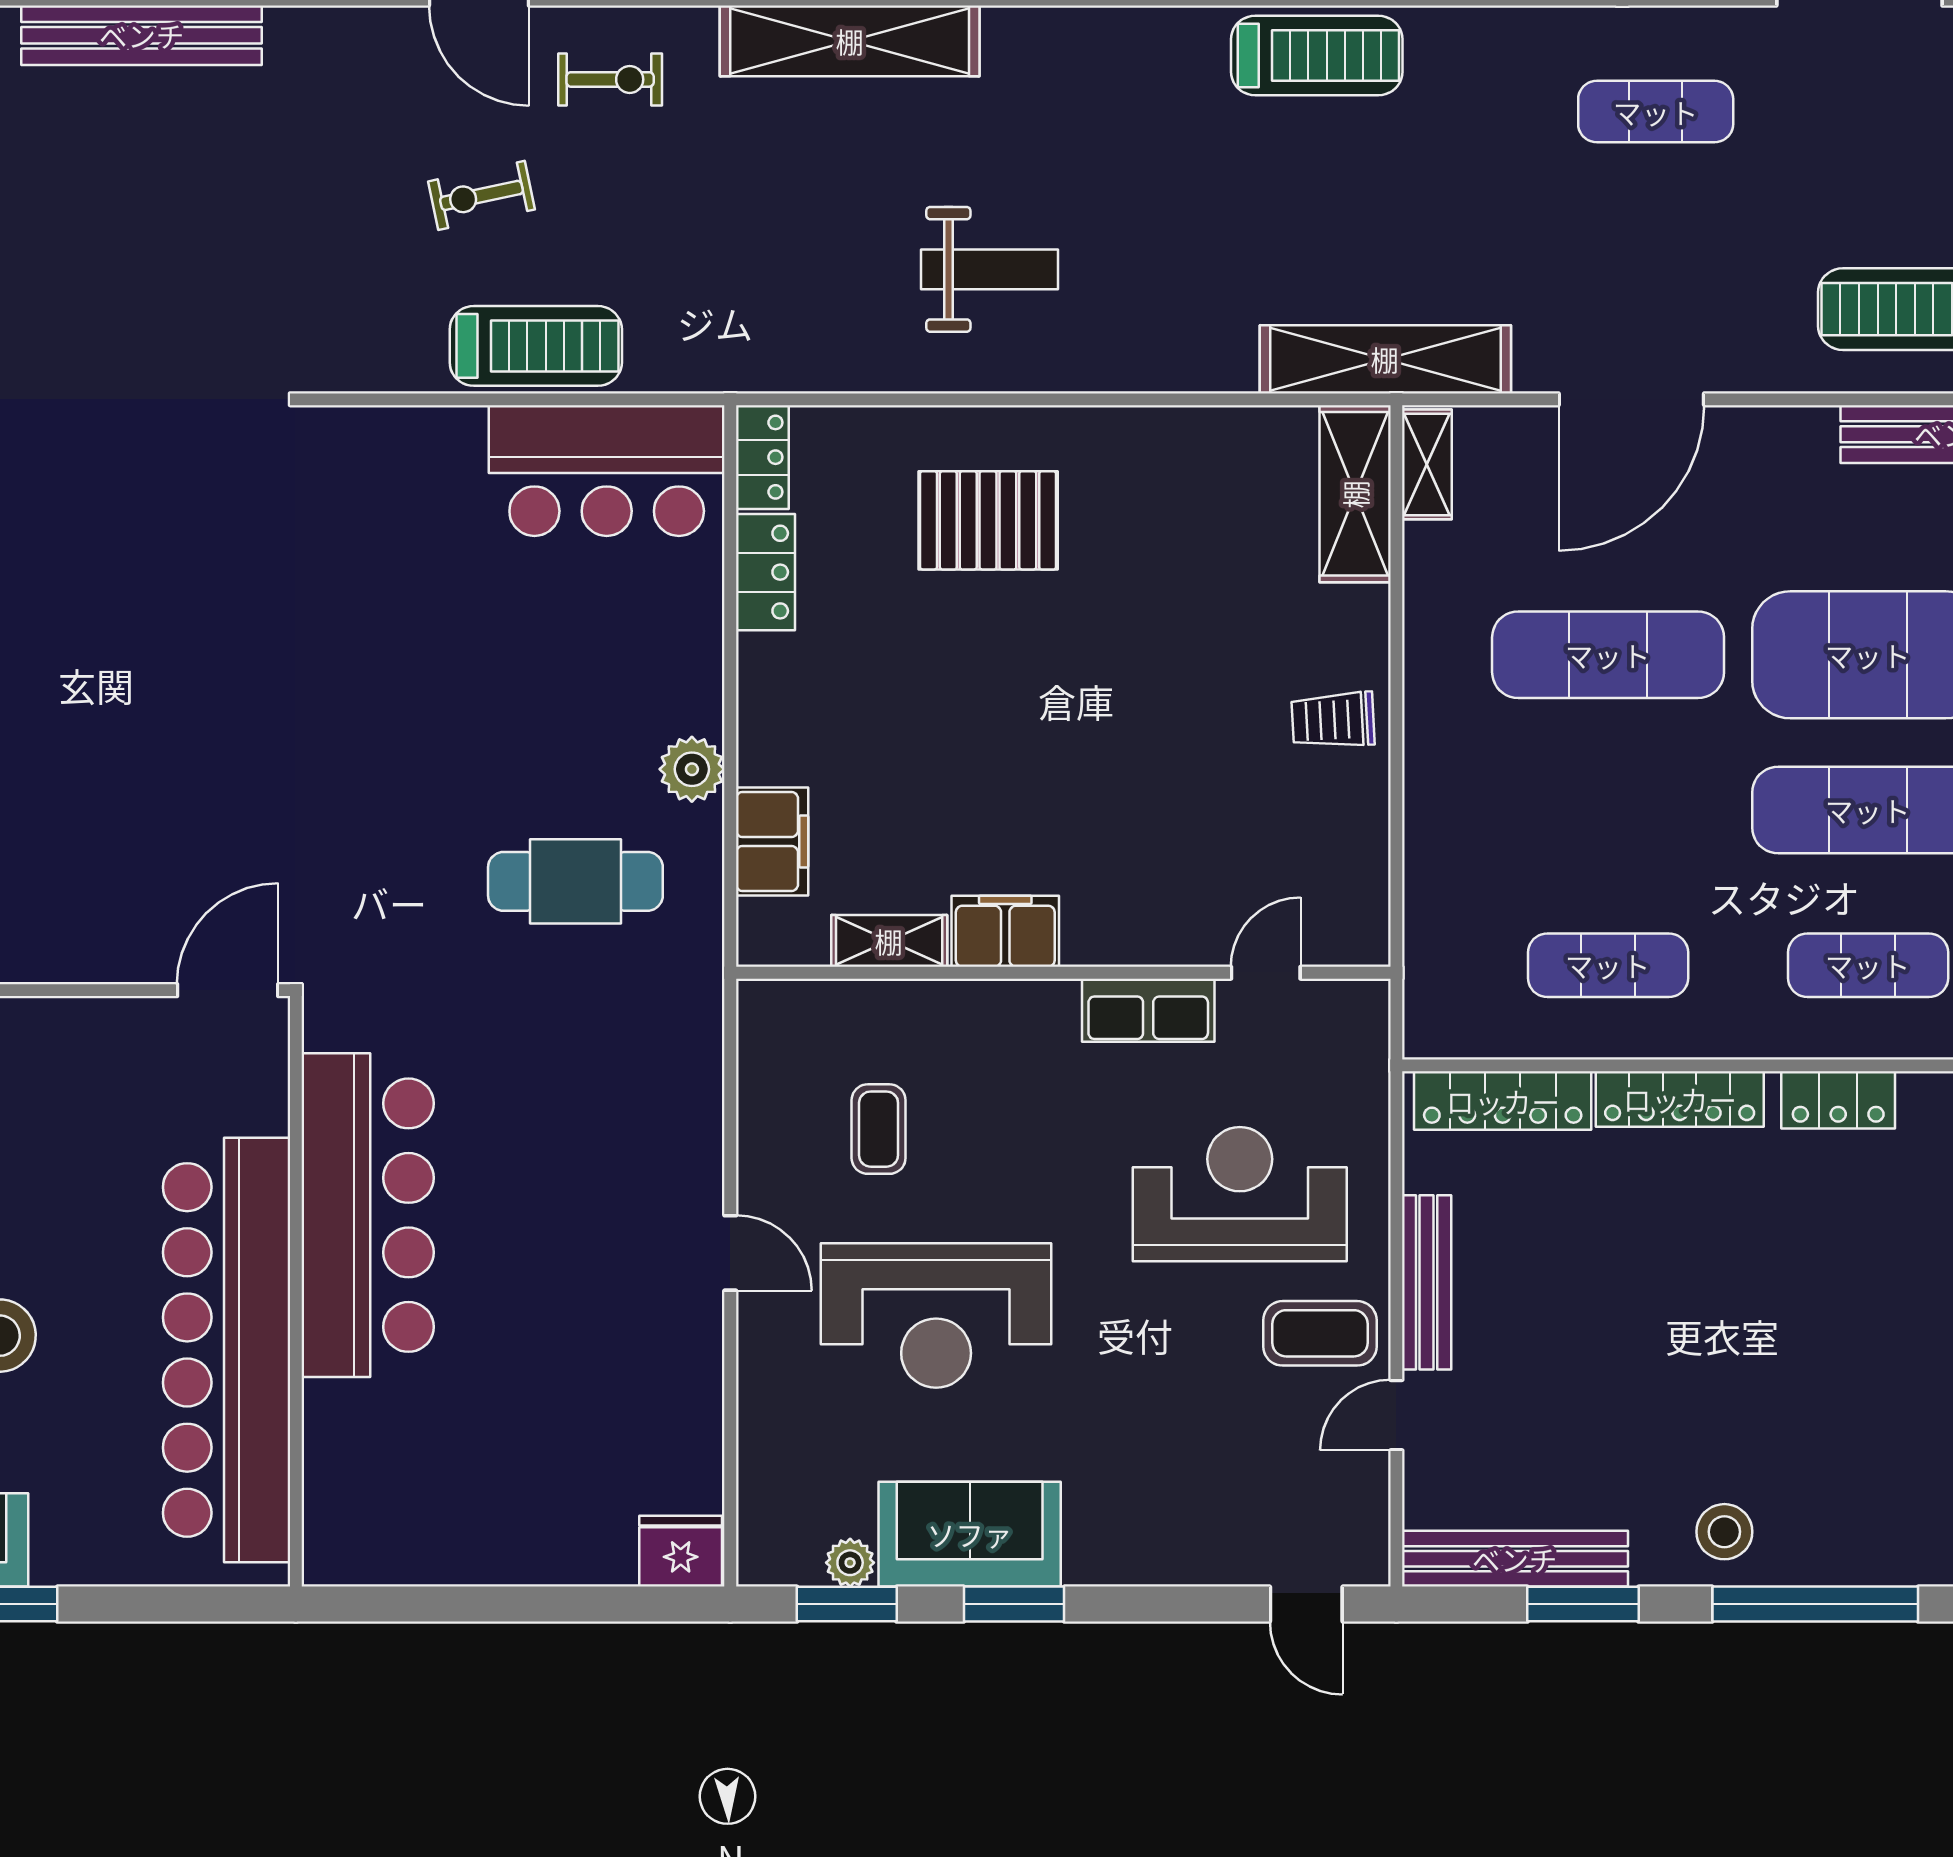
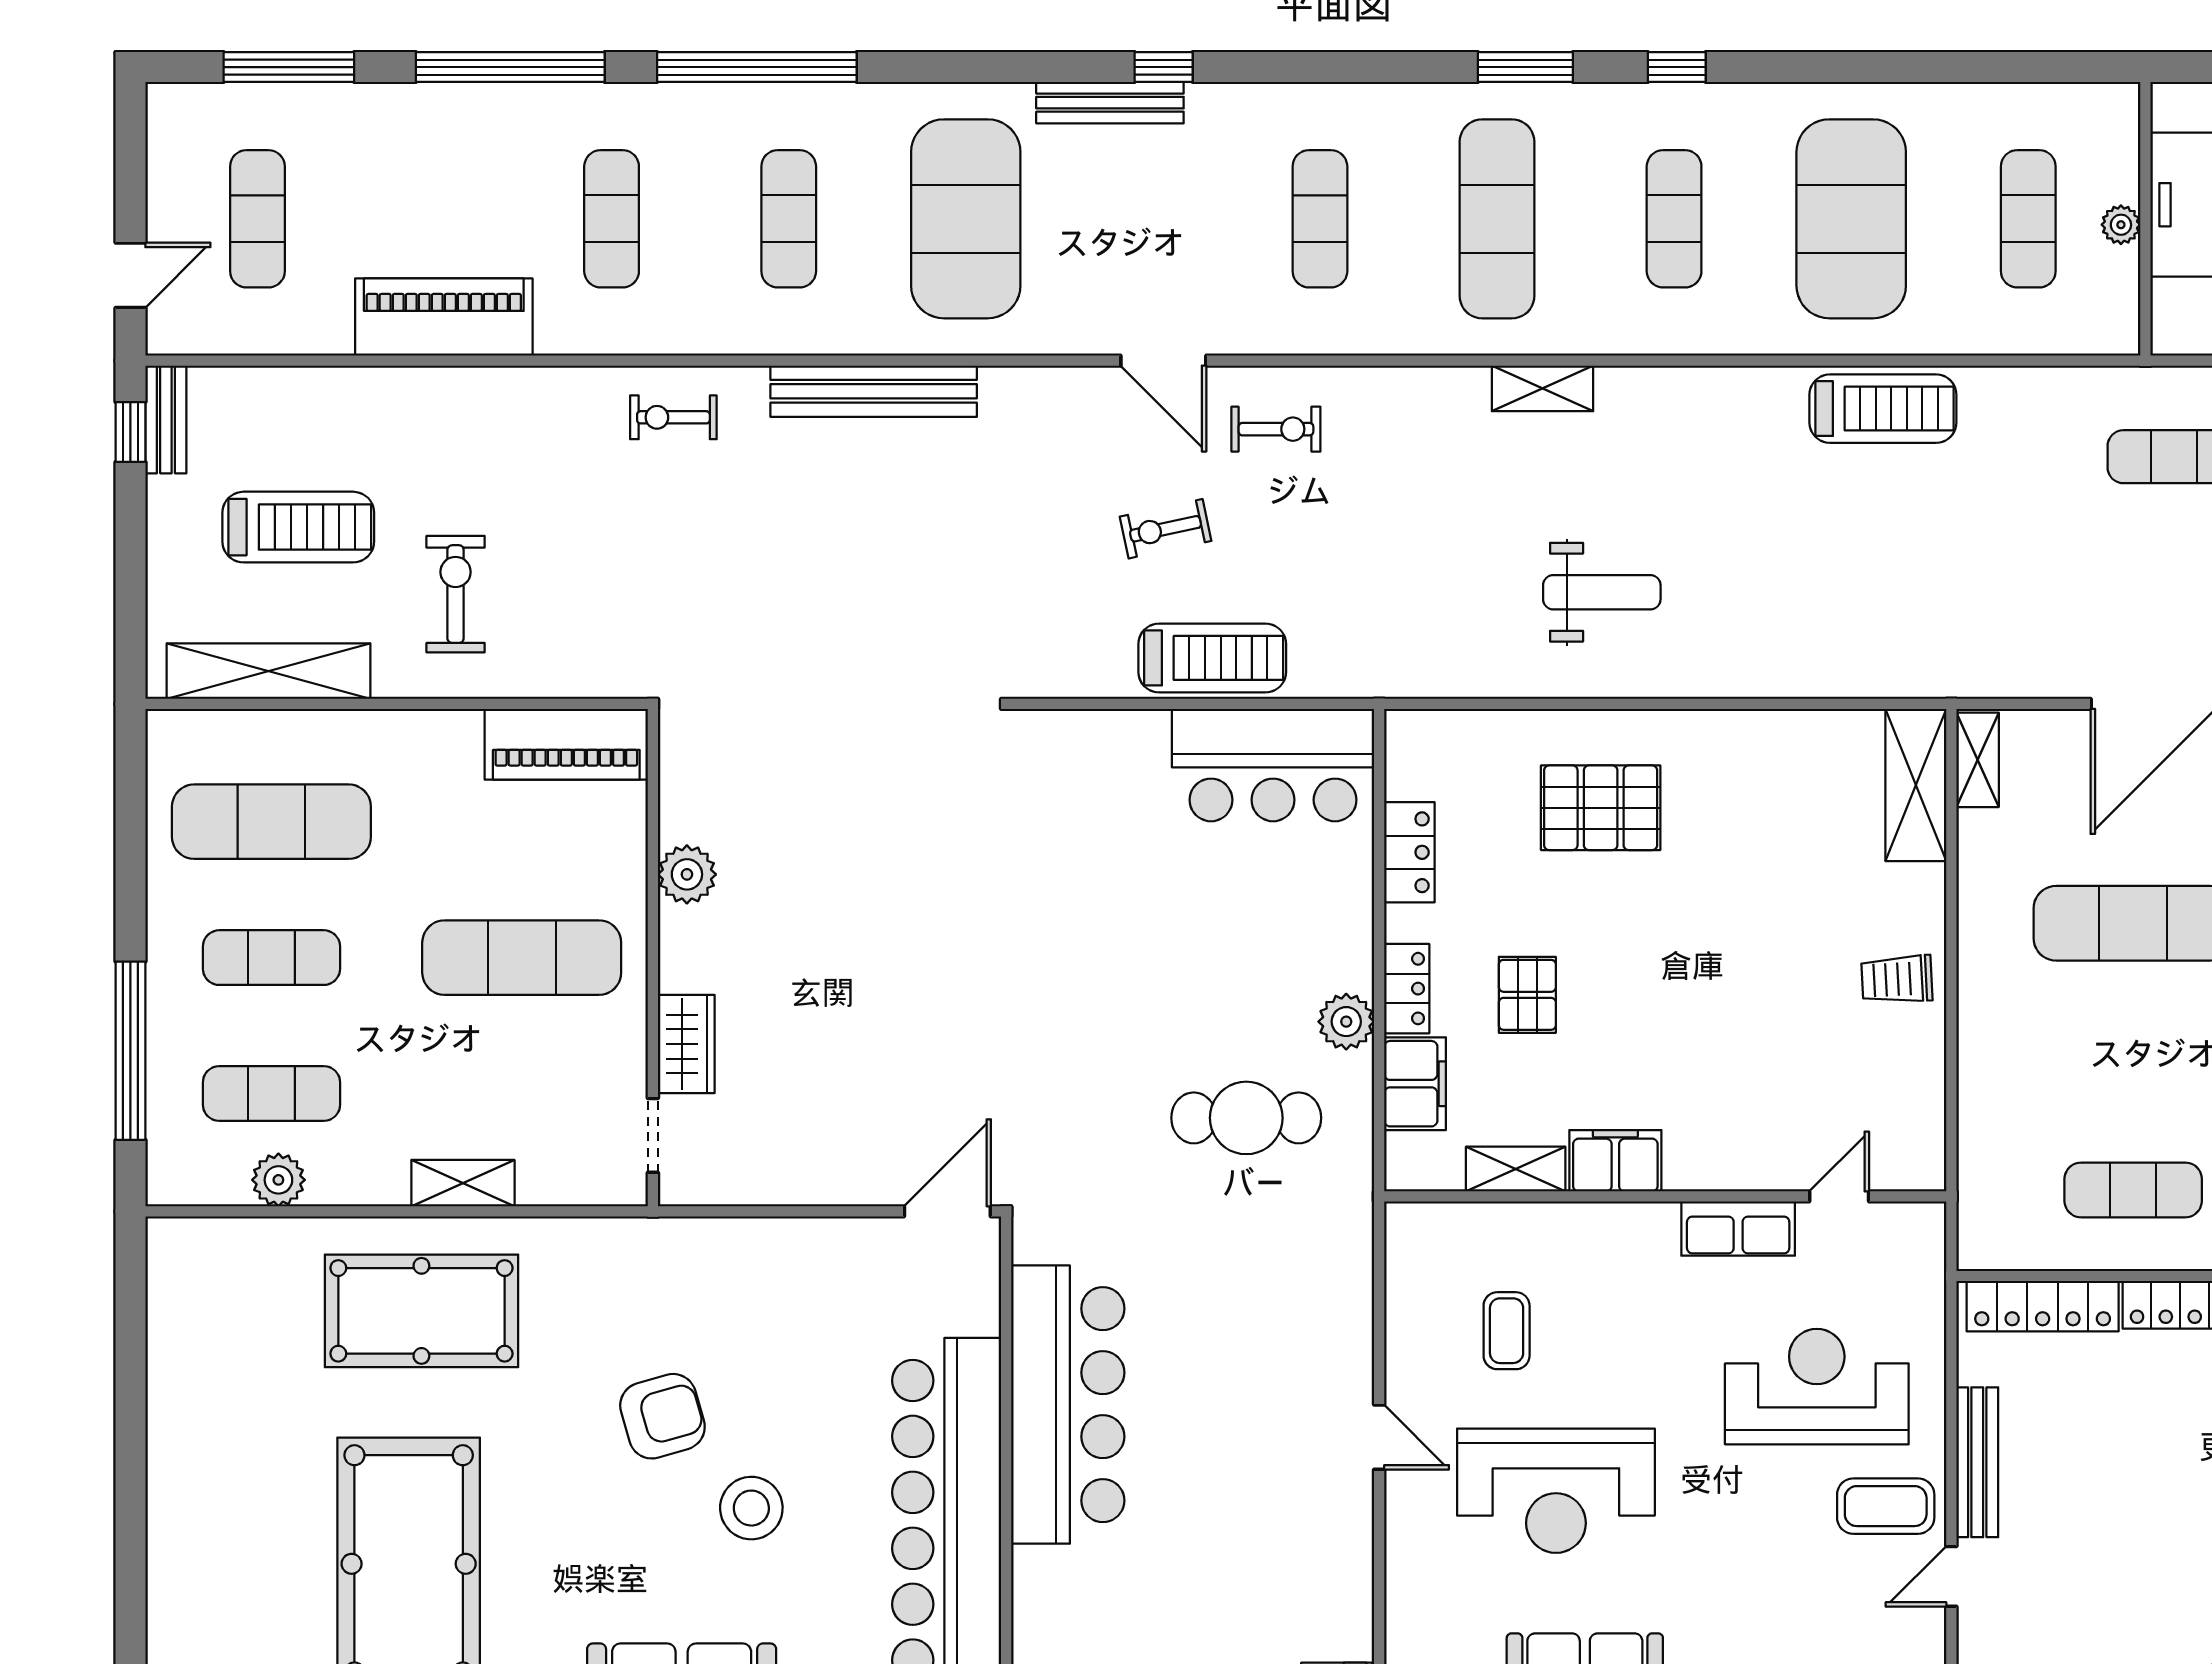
shelving: (850, 41) -> (1542, 388), width x0.45, depth x0.75
shelving: (1385, 359) -> (1942, 670), removed
locker: (762, 457) -> (1407, 989), moved
pallet: (903, 738) -> (1527, 995), added

